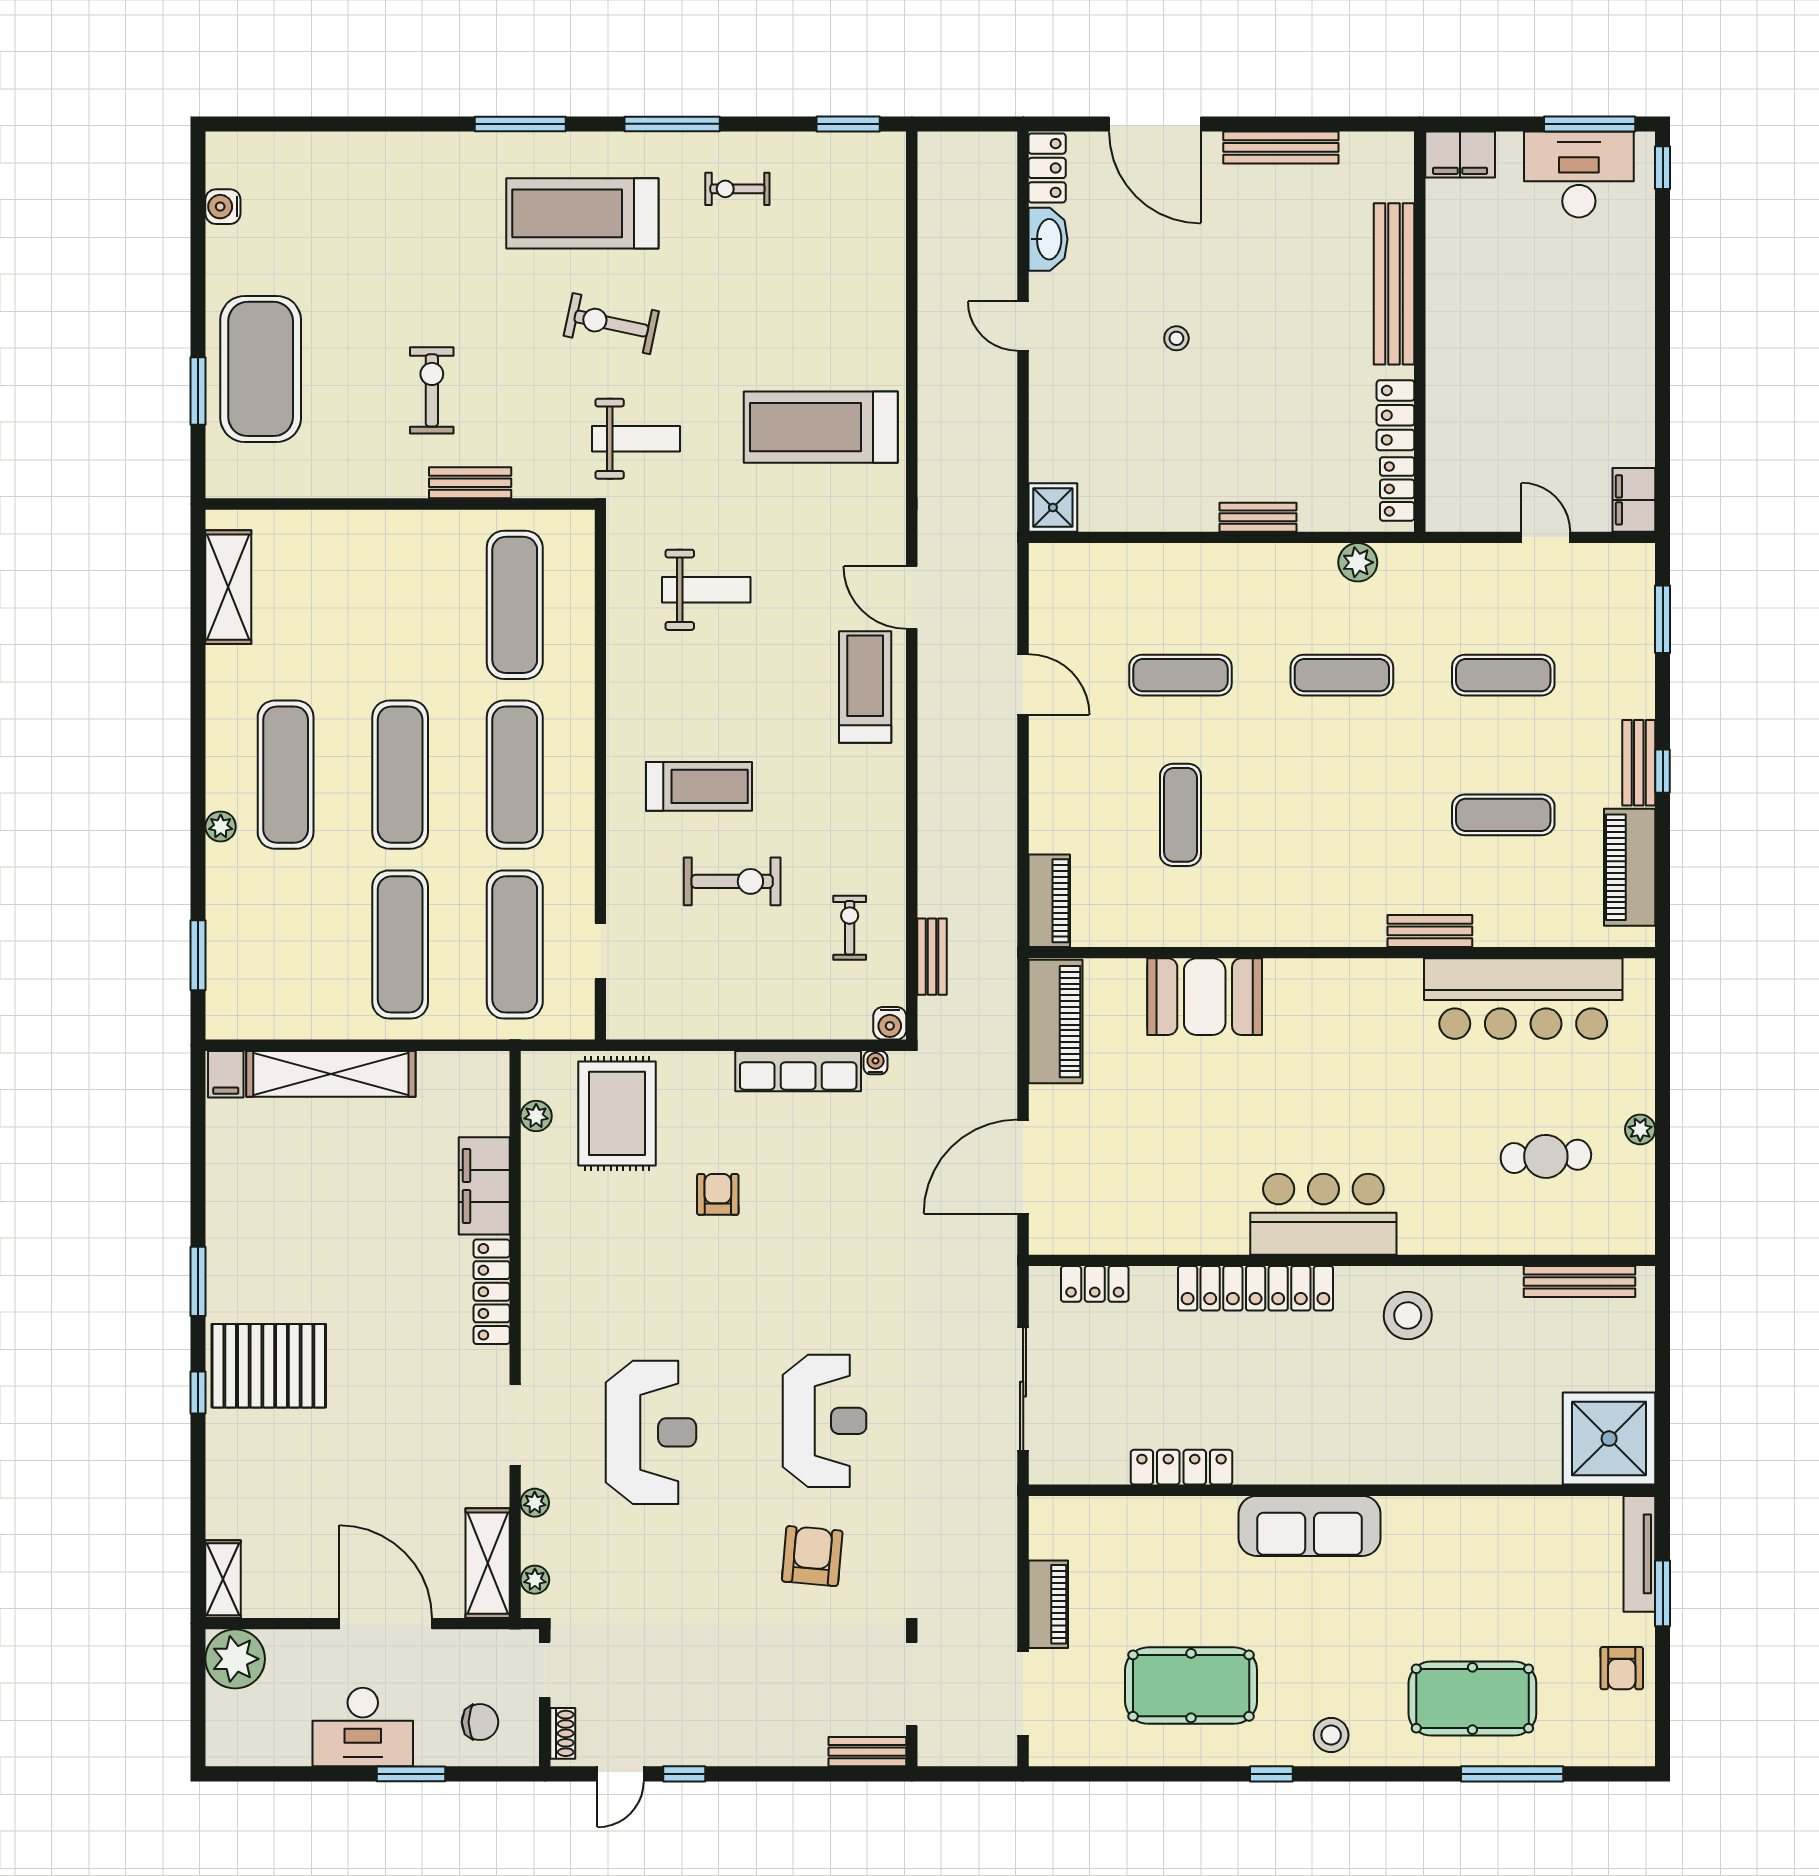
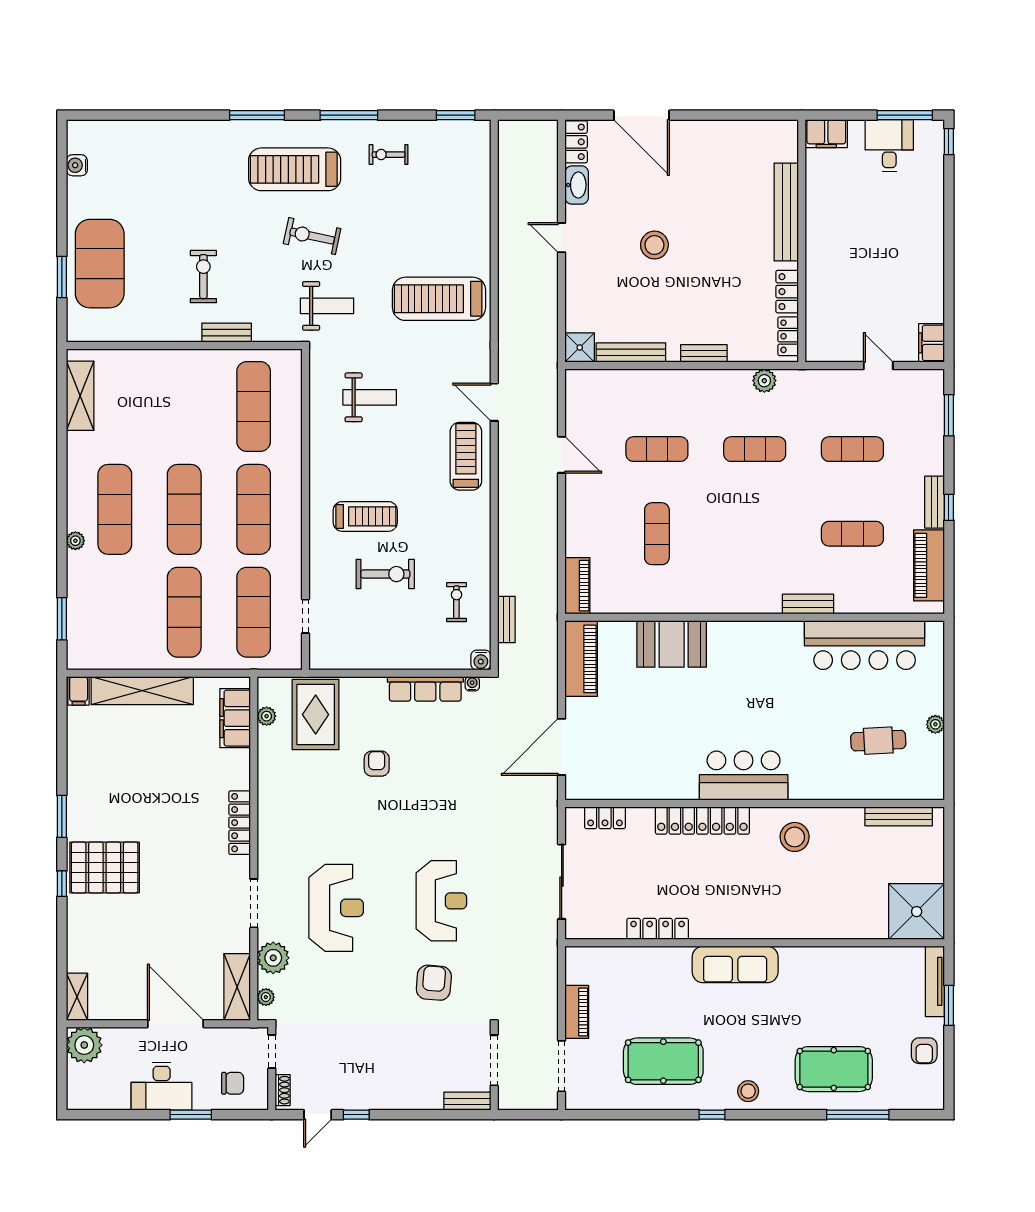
bench: (1281, 147) -> (631, 352), moved
desk: (1579, 174) -> (889, 146), width x0.73
stool: (1176, 338) -> (654, 245), width x1.89, depth x1.89
filing cabinet: (484, 1186) -> (235, 718), moved
plant: (535, 1503) -> (273, 958), width x1.88, depth x1.88

